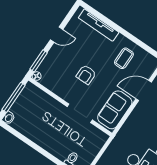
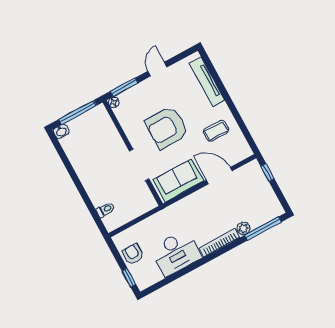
door: (57, 35) -> (157, 69), swing flipped
armchair: (86, 75) -> (167, 128), width x1.88, depth x1.88

